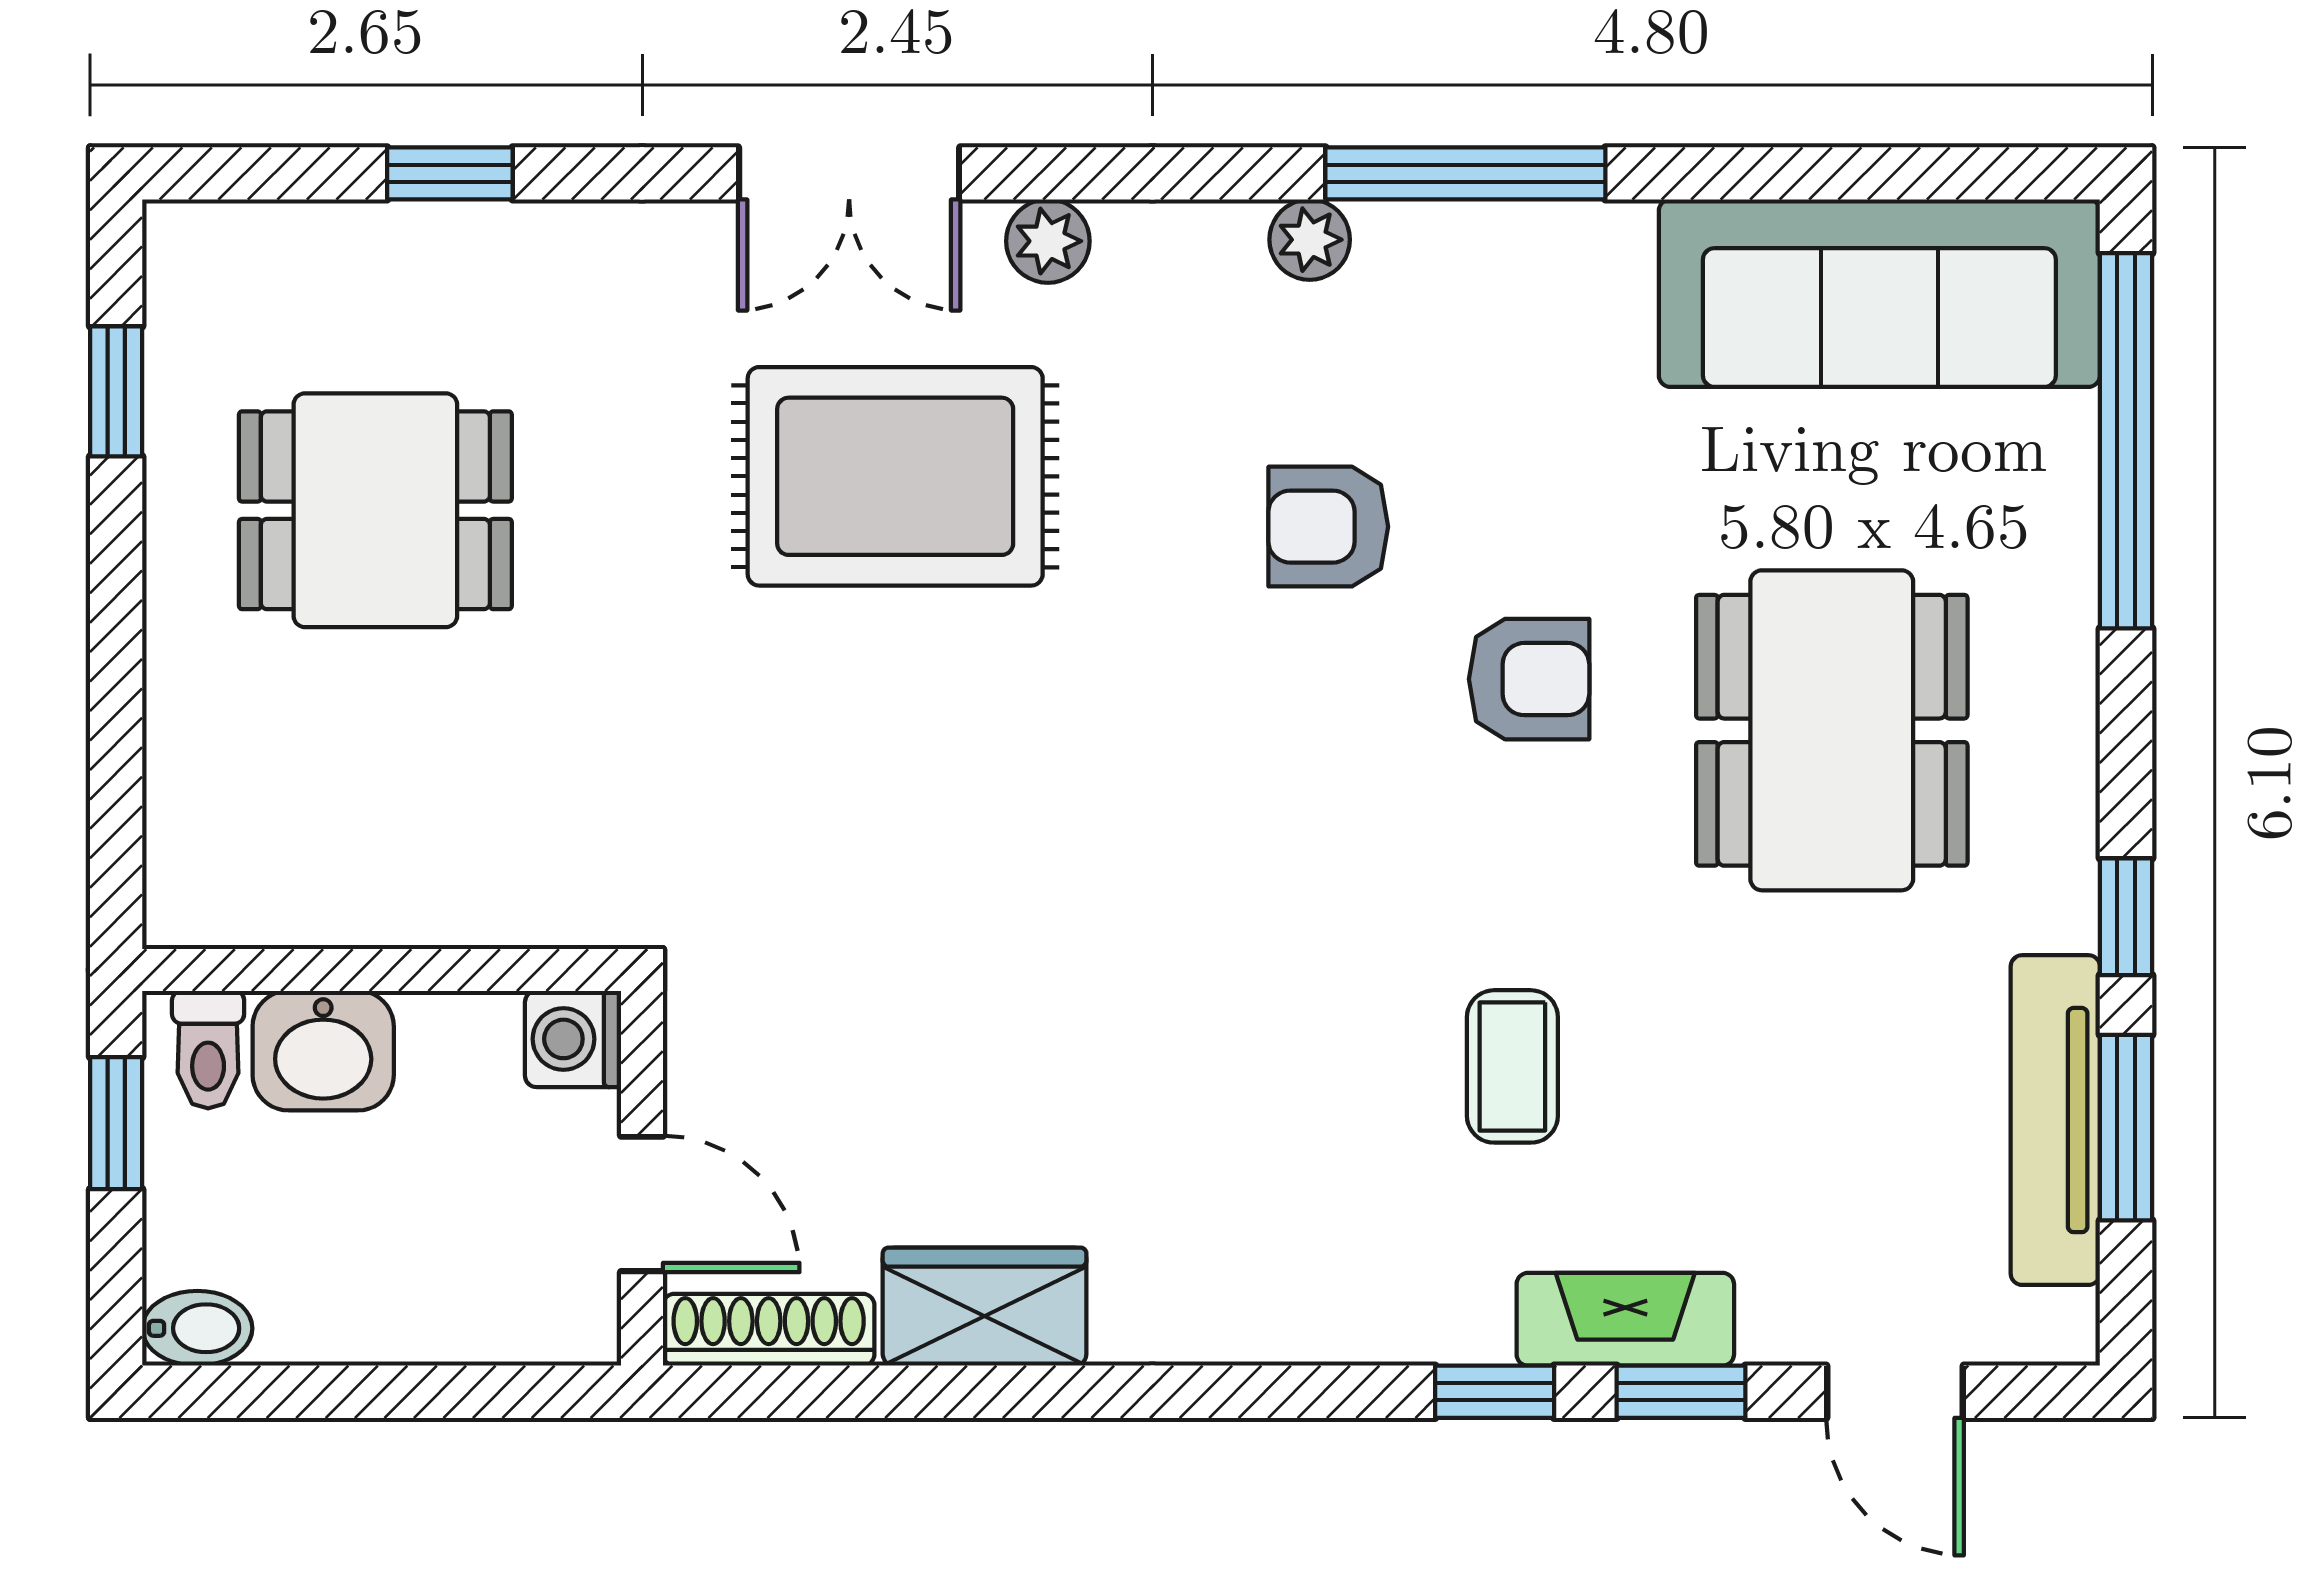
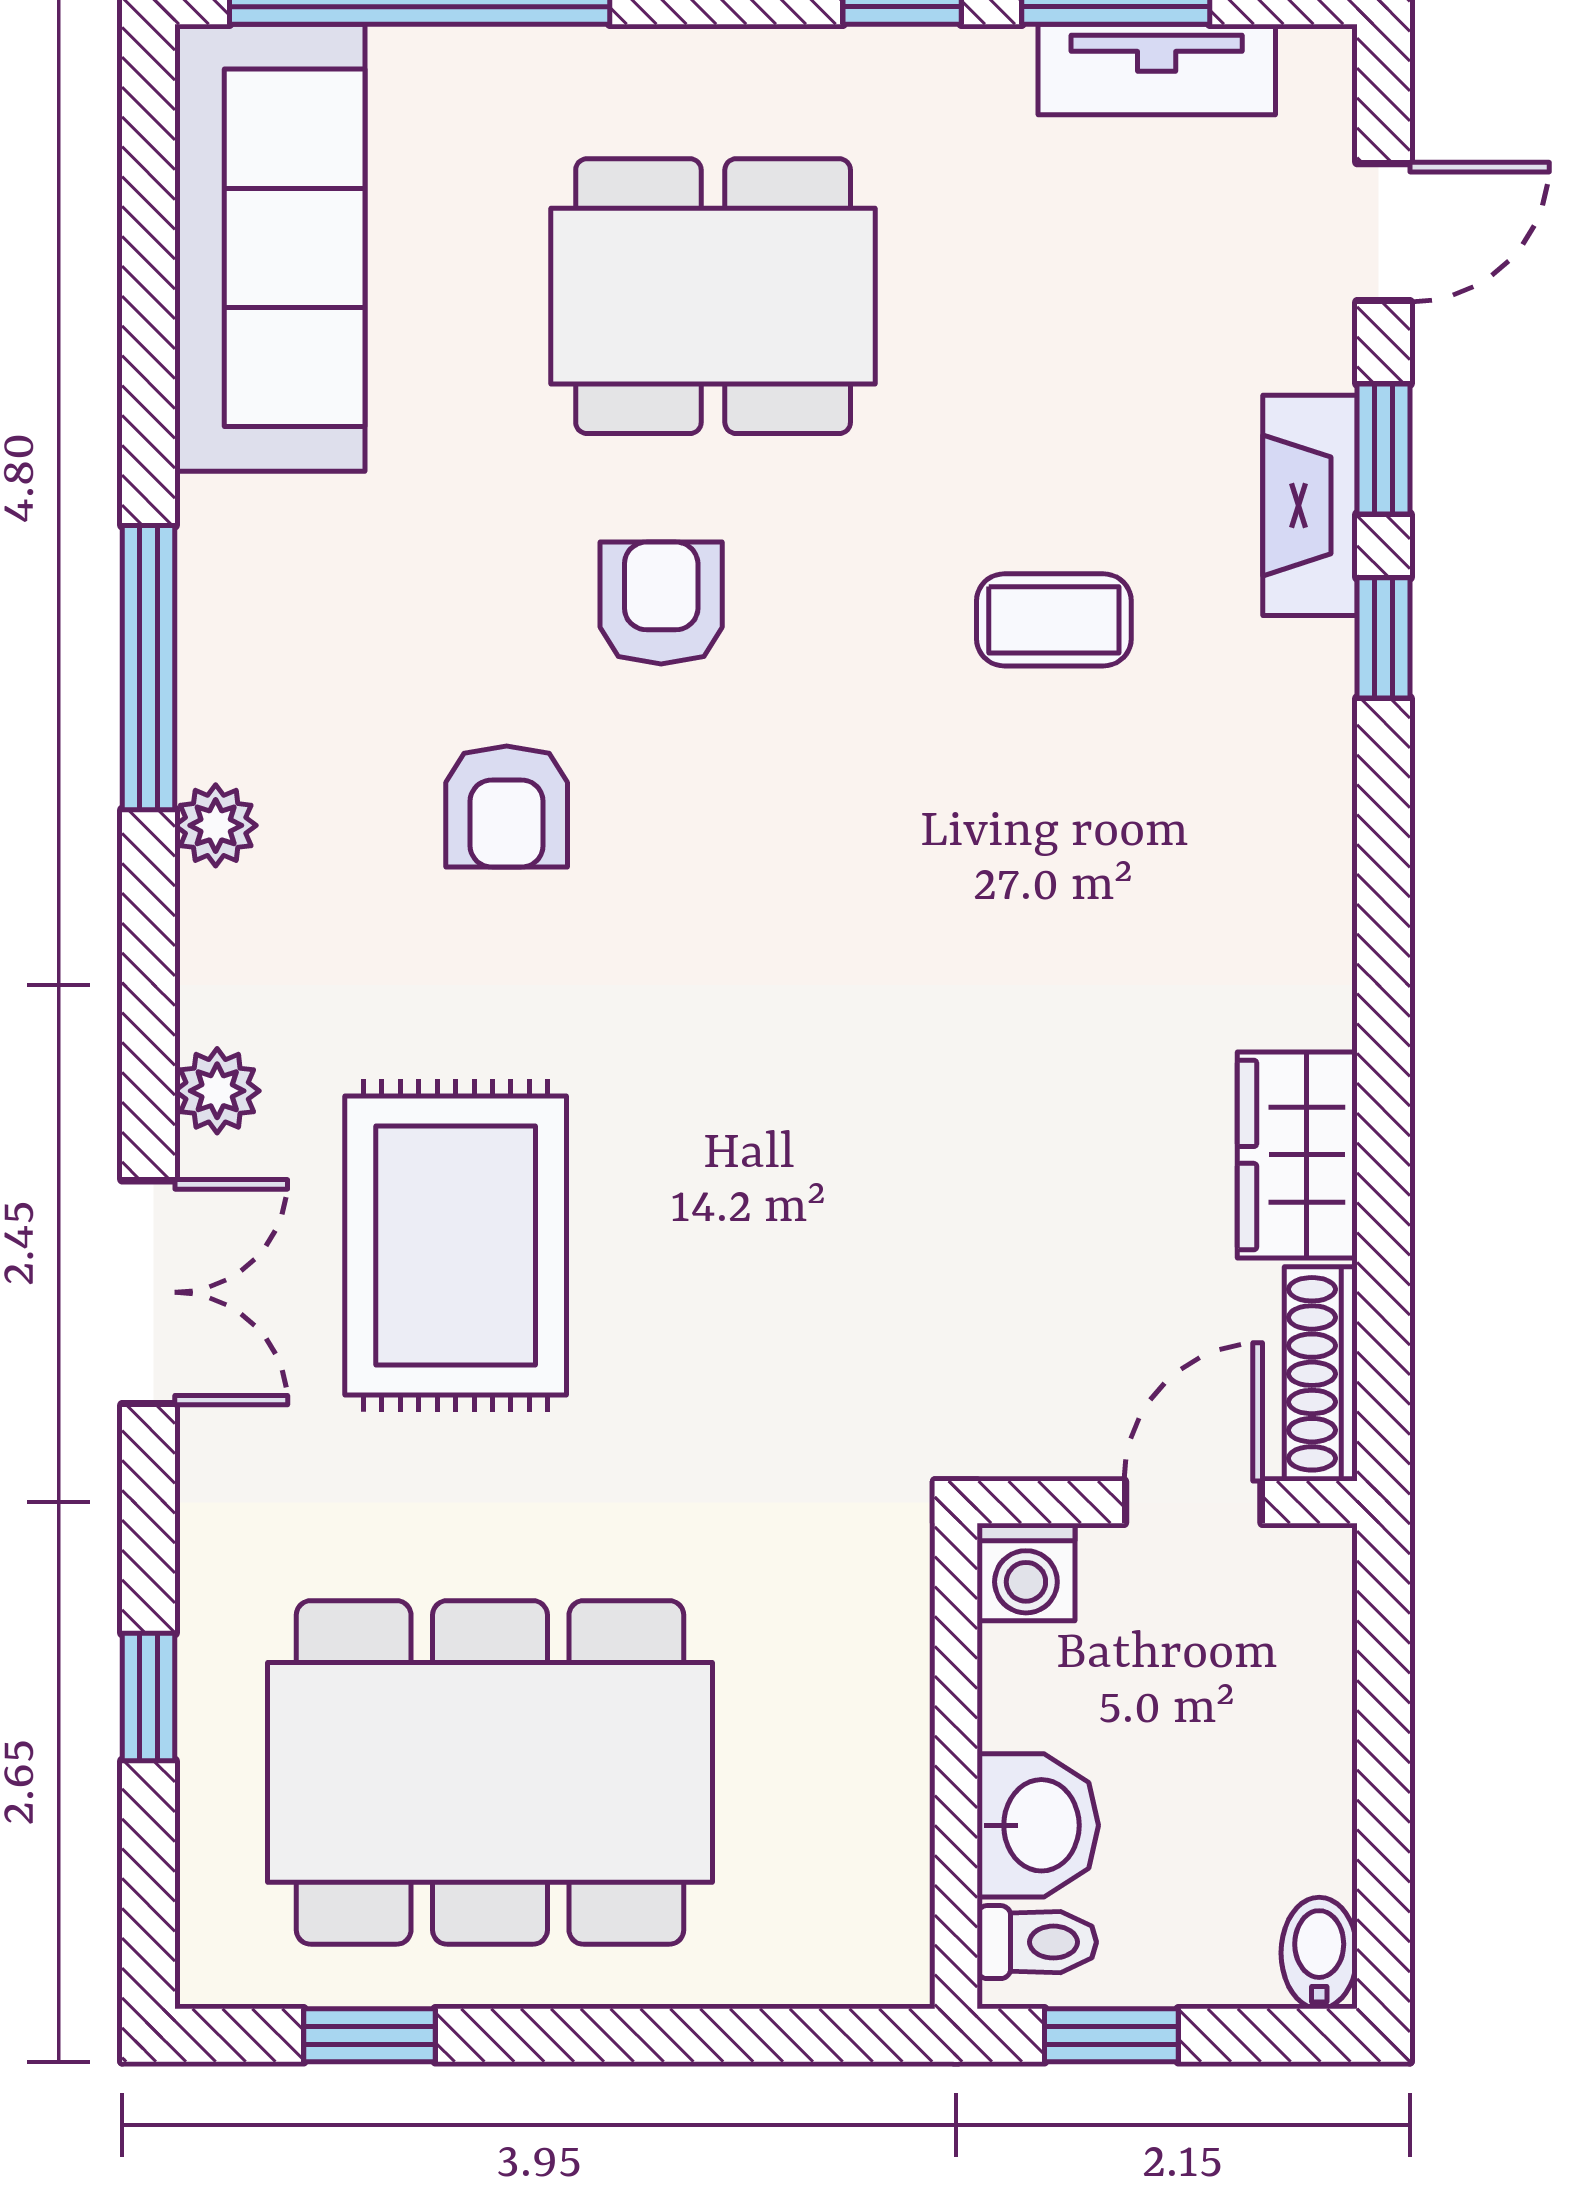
dining table: (375, 510) -> (490, 1772), width x1.87, depth x1.24
tv unit: (2055, 1120) -> (1157, 70), width x0.71

